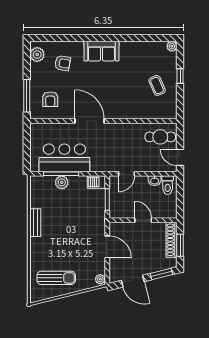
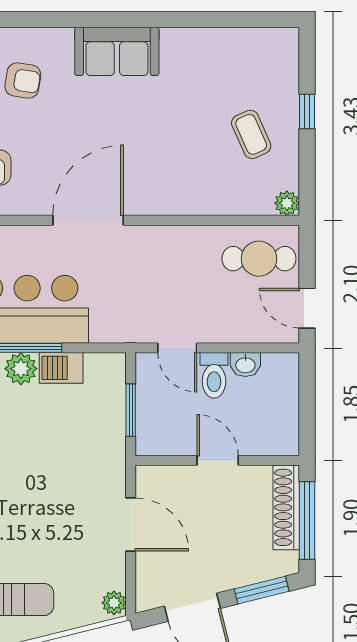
plant: (172, 46) -> (287, 203), moved
door: (90, 121) -> (88, 220), hinge flipped
door: (126, 174) -> (177, 348), hinge flipped
barbecue: (96, 182) -> (61, 368), moved
toilet: (168, 185) -> (214, 375), moved
window: (180, 245) -> (307, 520), width x1.44

